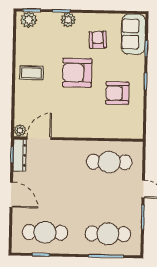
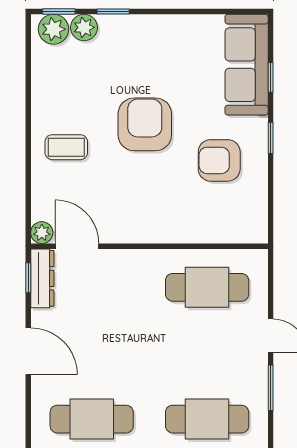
plant: (68, 20) -> (84, 27), moved
sofa: (133, 34) -> (247, 65), width x1.36
armchair: (98, 40) -> (181, 63), removed
coffee table: (31, 73) -> (66, 147), moved
armchair: (77, 73) -> (145, 124), turned 90
door: (39, 138) -> (77, 246), hinge flipped

